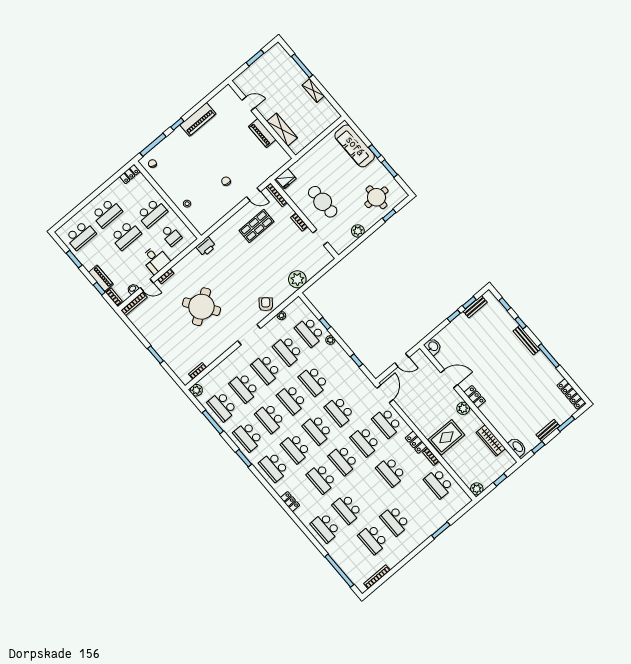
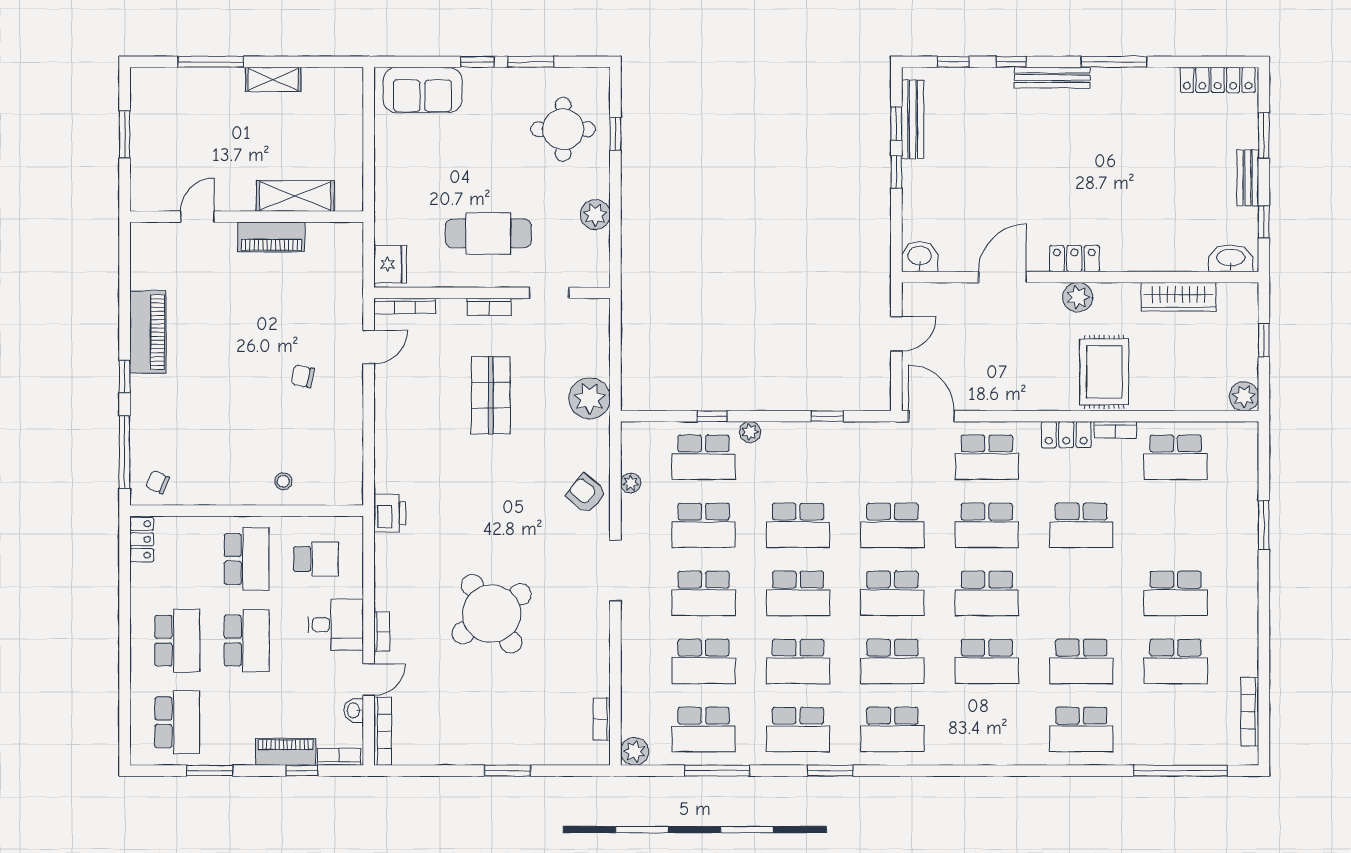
sofa: (355, 146) -> (422, 90), width x0.73
shop shelf: (256, 226) -> (491, 395), moved
bench: (475, 307) -> (913, 119), width x1.36
locker: (290, 502) -> (980, 753), removed

